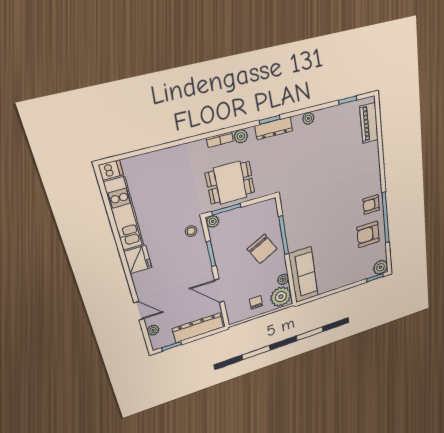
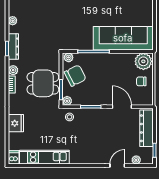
dining table: (230, 183) -> (43, 83), turned 90
chair: (262, 249) -> (75, 76), moved
fridge: (138, 260) -> (16, 123), moved, turned 90
sofa: (303, 275) -> (123, 38), width x1.36, depth x1.27
plant: (283, 279) -> (69, 57), moved
door: (219, 291) -> (122, 107), swing flipped

